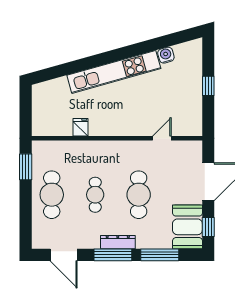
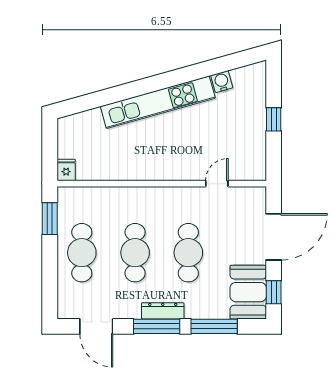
fridge: (80, 127) -> (66, 170), moved
cafe table: (95, 195) -> (135, 253), width x1.37, depth x1.35

